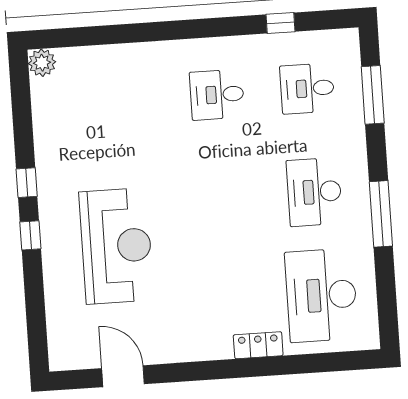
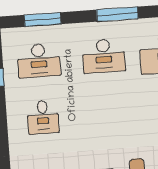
desk: (307, 89) -> (39, 61), width x1.37

